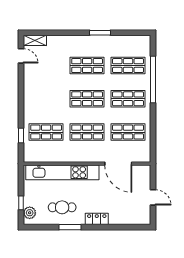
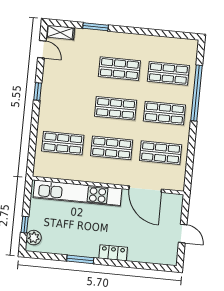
window: (100, 33) -> (96, 27), moved
window: (21, 136) -> (38, 92), moved
cafe table: (62, 207) -> (73, 235), removed

